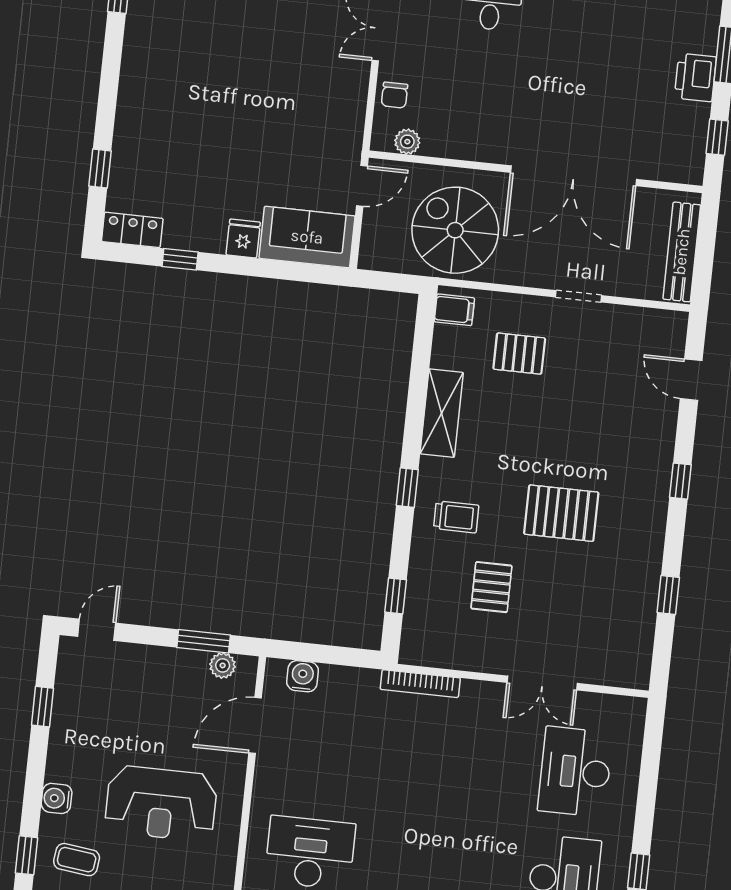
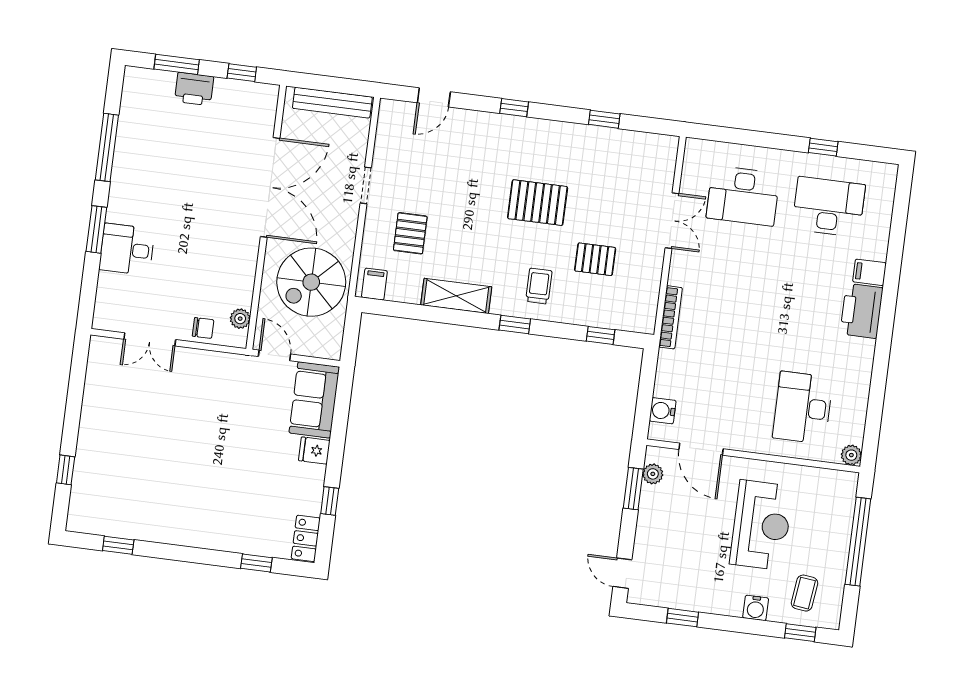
pallet: (561, 513) -> (538, 203), turned 90

